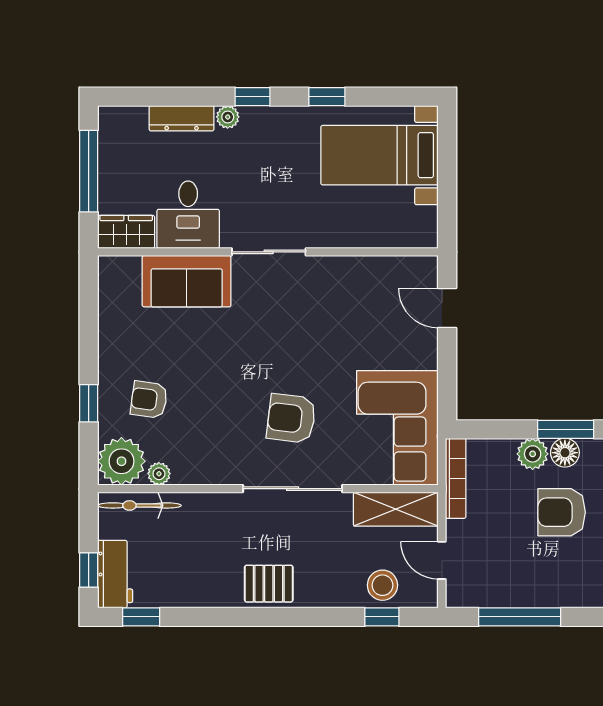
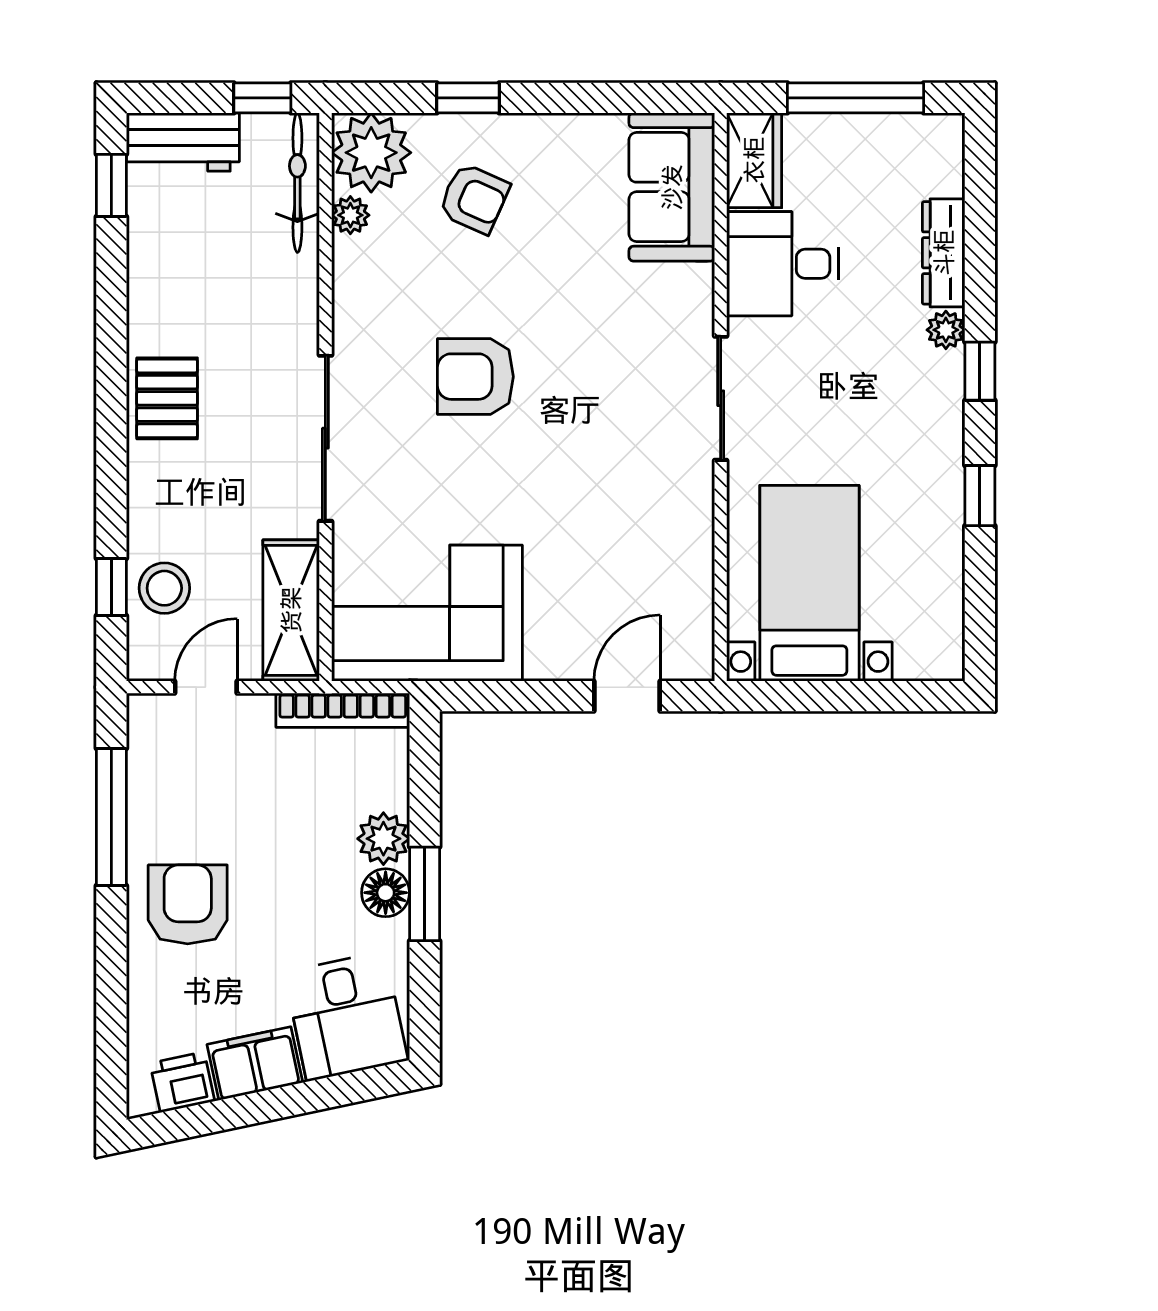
bed with nightstands: (380, 155) -> (809, 583), moved
sofa: (187, 281) -> (672, 187), moved
armchair: (149, 400) -> (474, 198), turned 106
armchair: (291, 418) -> (475, 377), moved, turned -97
armchair: (562, 512) -> (188, 904), moved
window: (89, 570) -> (262, 98), moved

